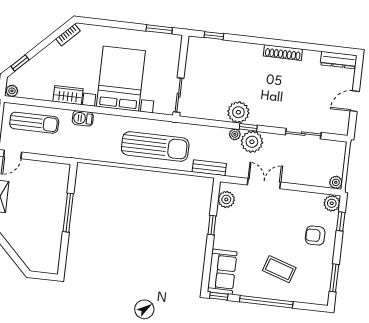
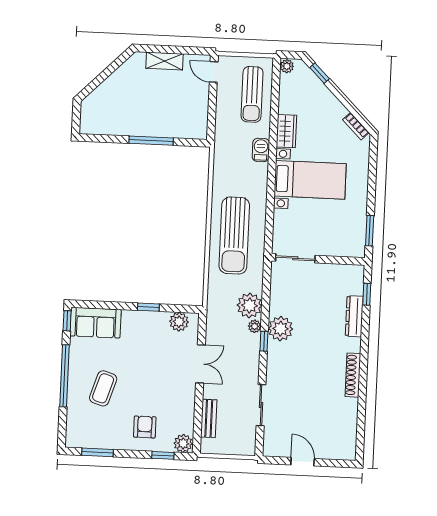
dresser: (339, 60) -> (354, 316), moved
bed with nightstands: (121, 79) -> (310, 180), width x0.73
plant: (252, 142) -> (249, 305), moved
bench: (209, 168) -> (209, 418), moved
plant: (336, 182) -> (208, 446), removed

